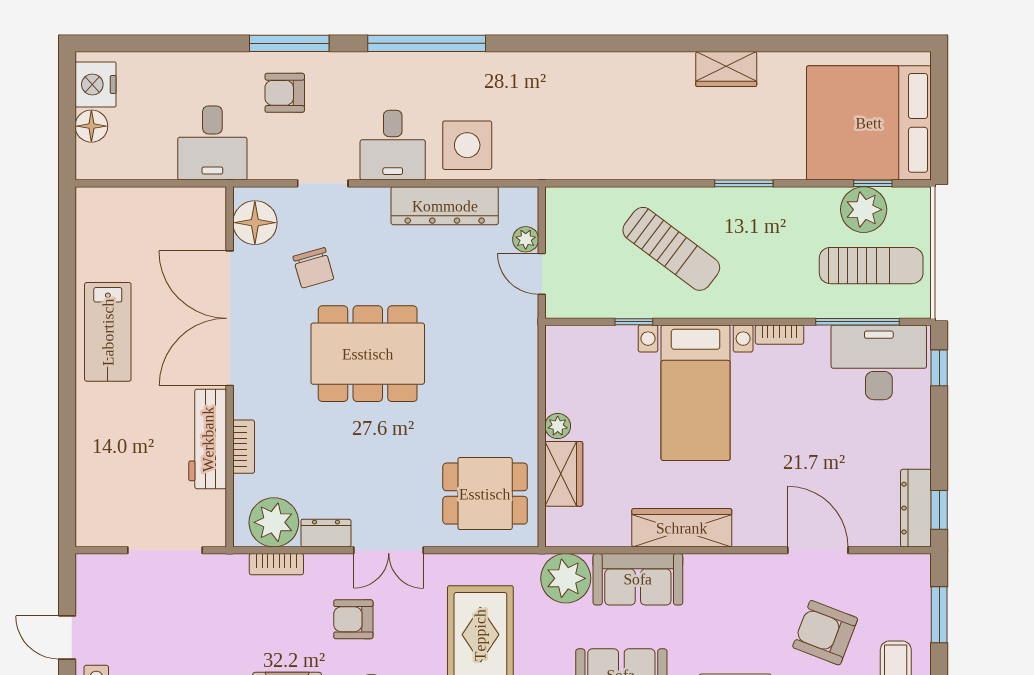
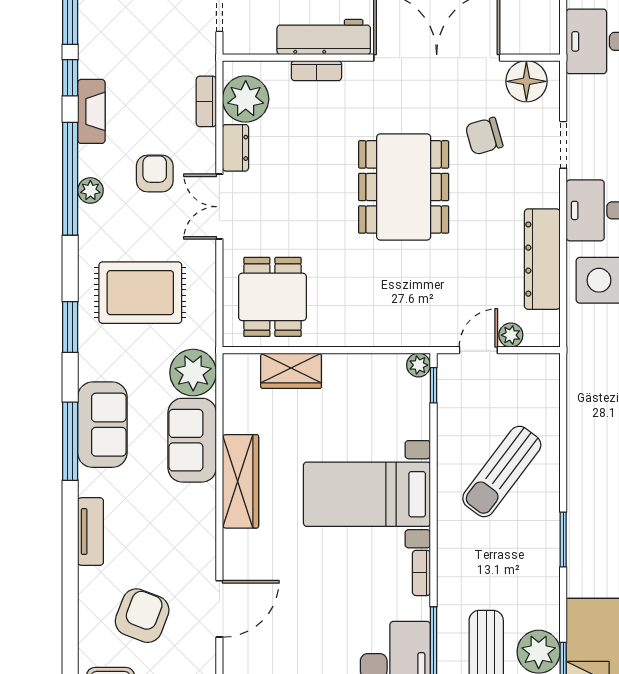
window: (634, 322) -> (433, 385), moved
plant: (558, 426) -> (419, 365), moved

